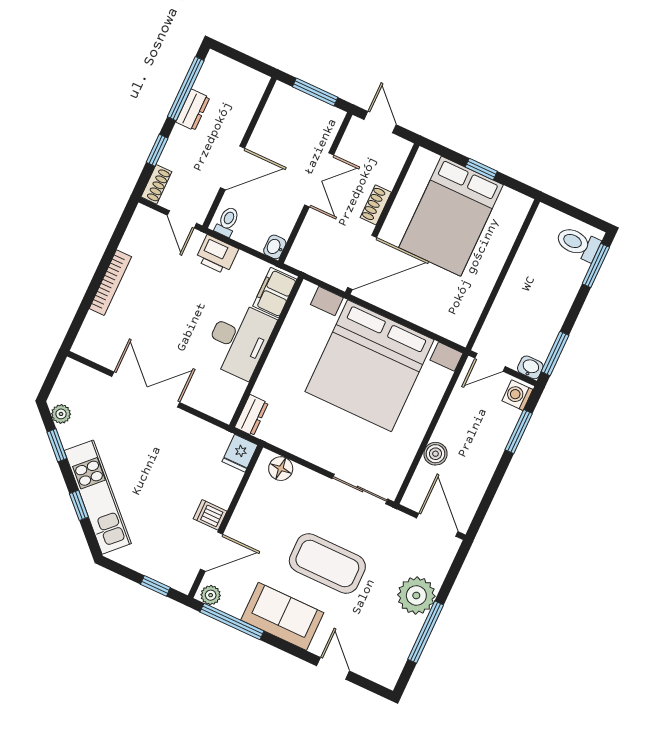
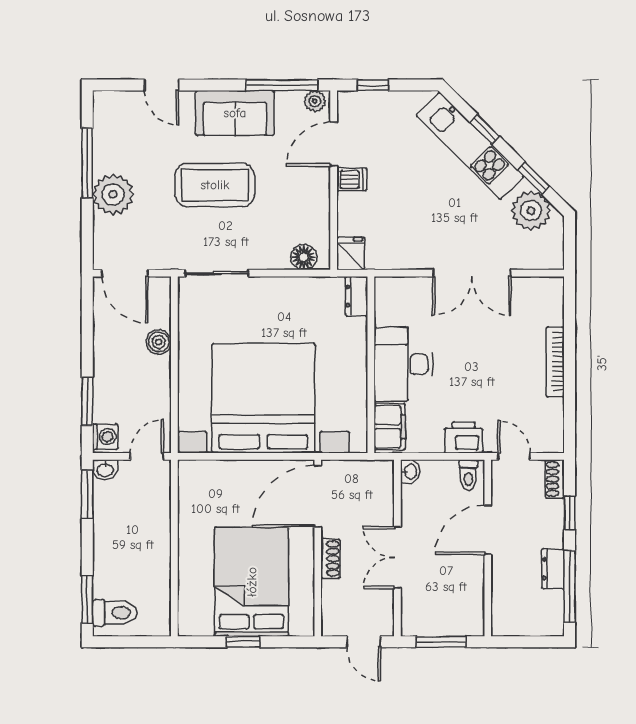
plant: (61, 414) -> (531, 211), width x1.88, depth x1.88

